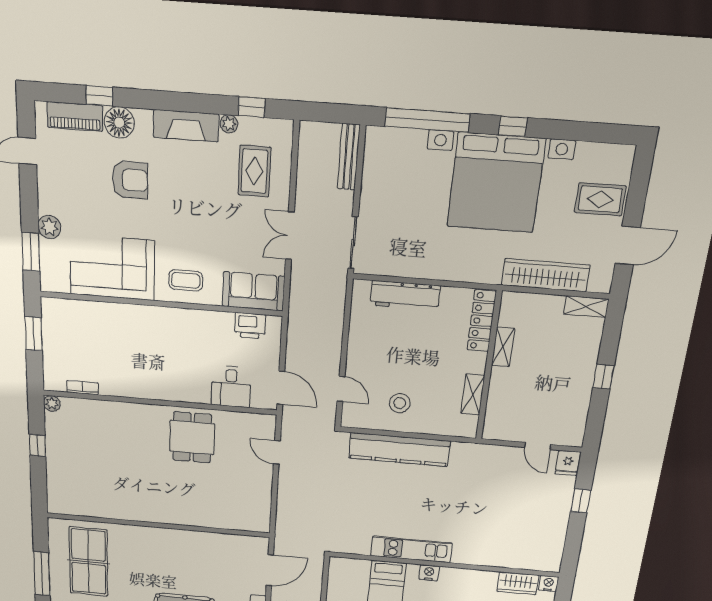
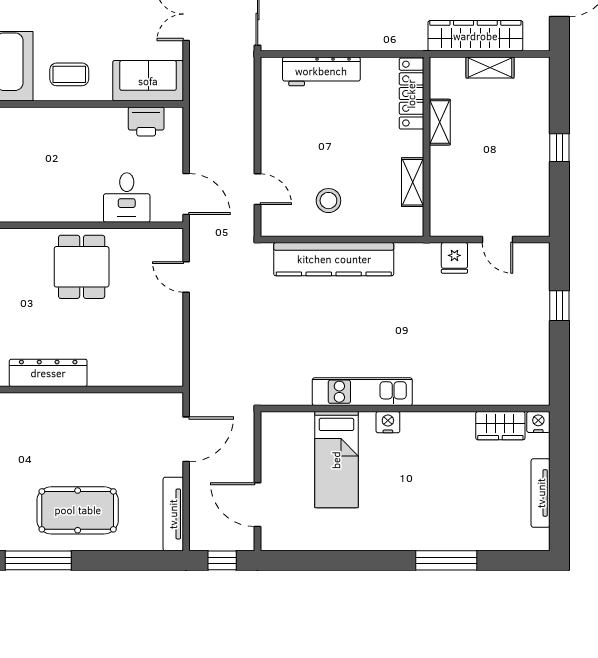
shelving: (586, 307) -> (490, 68), moved
fridge: (568, 463) -> (454, 258), moved
dresser: (164, 514) -> (48, 373), added

